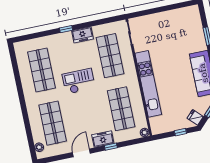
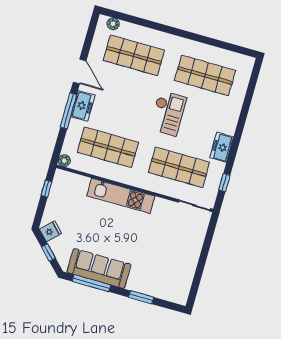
window: (66, 29) -> (224, 183), moved
kitchen unit: (148, 84) -> (121, 196), width x0.73
window: (180, 132) -> (47, 189), moved
window: (111, 147) -> (69, 111), width x2.17

